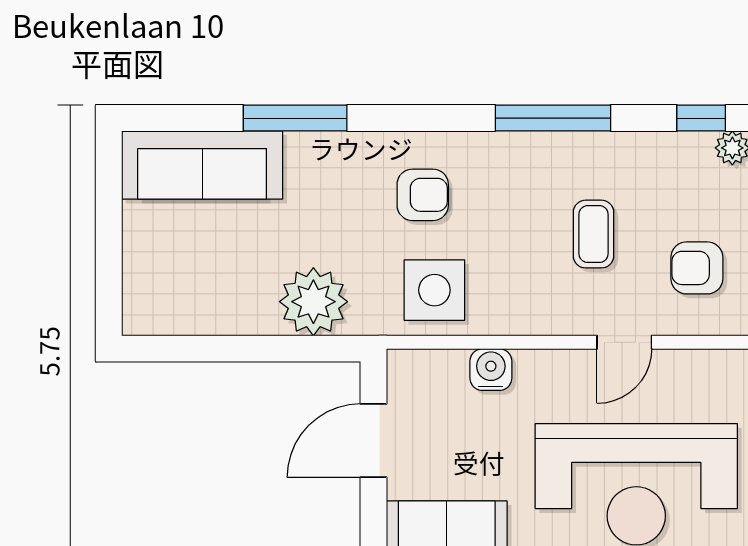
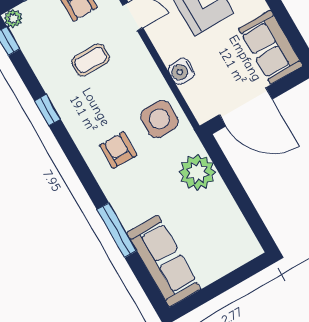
window: (553, 118) -> (47, 110), width x0.46
door: (374, 440) -> (246, 107), width x1.36

